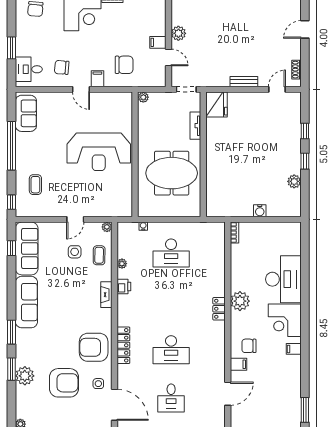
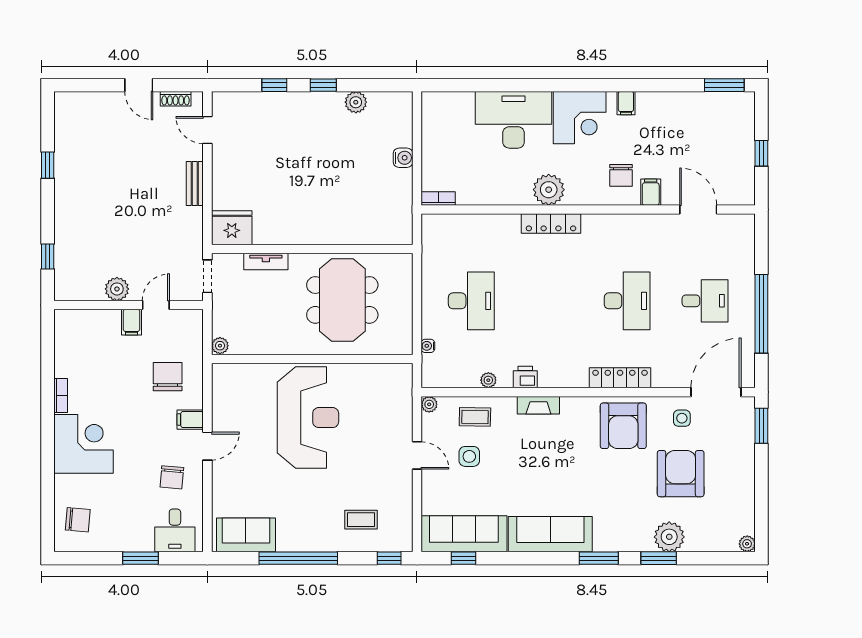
door: (305, 29) -> (139, 85), moved
locker: (219, 309) -> (551, 223), width x1.53

